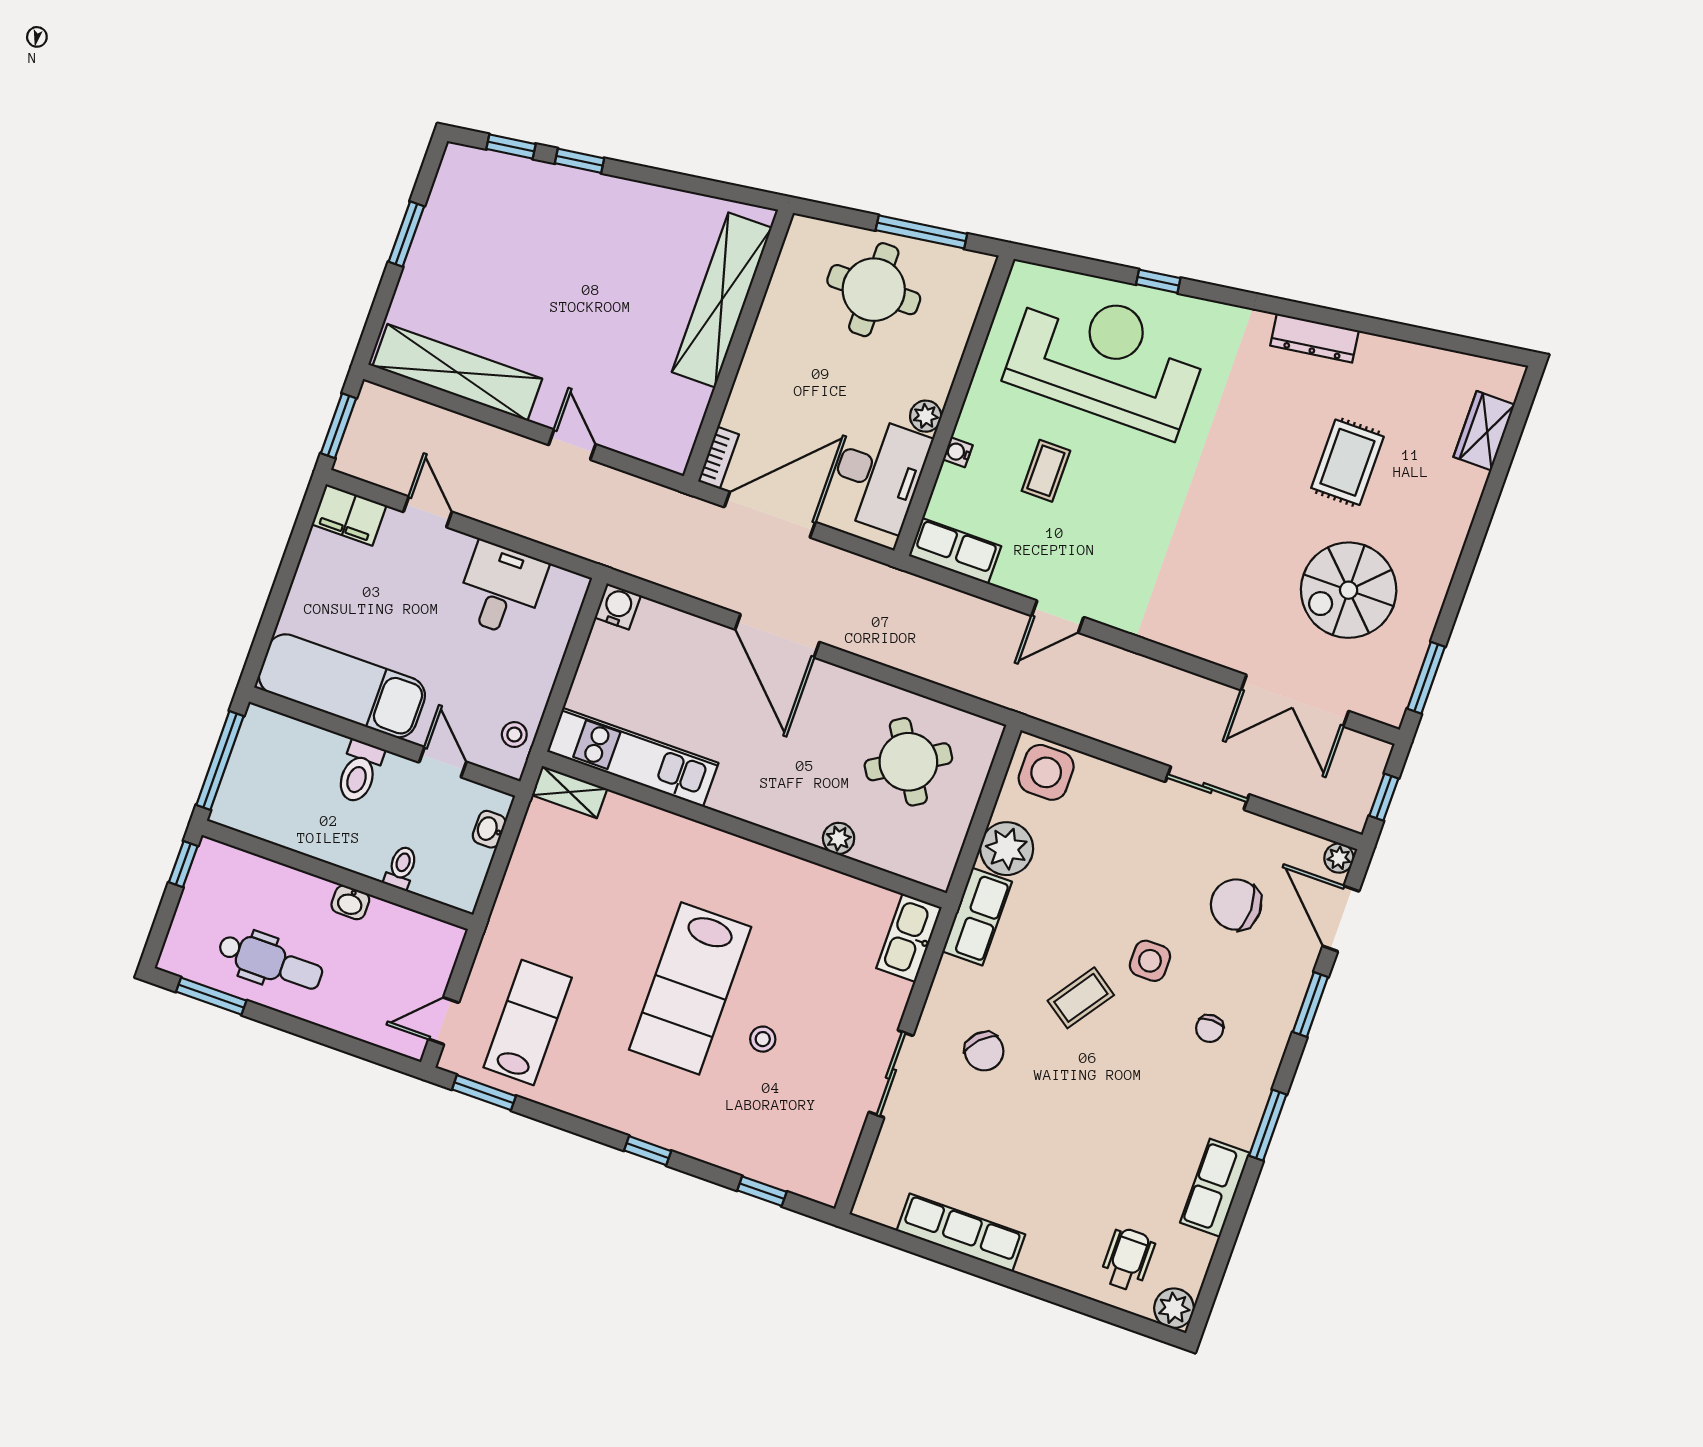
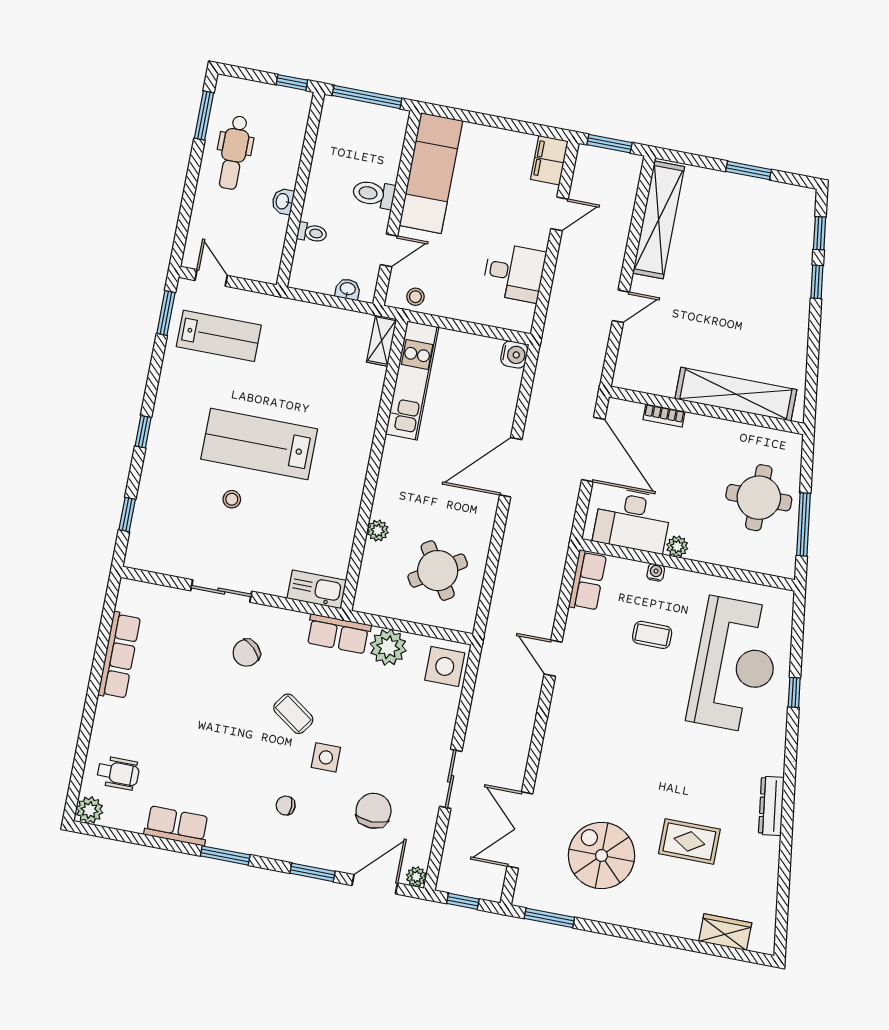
bookcase: (719, 458) -> (664, 415), moved

